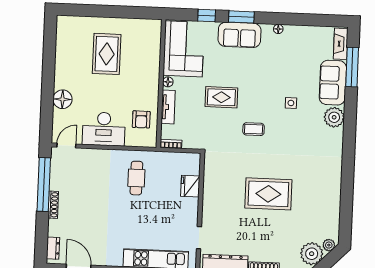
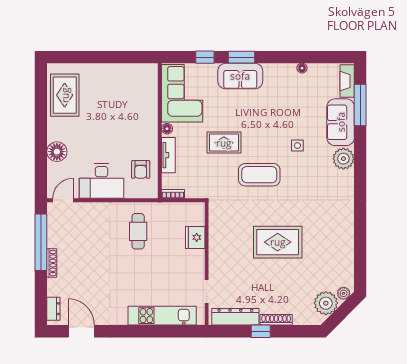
floor lamp: (278, 29) -> (302, 68), moved
rug: (107, 54) -> (65, 95), moved
coffee table: (254, 129) -> (259, 175), width x1.86, depth x1.72

